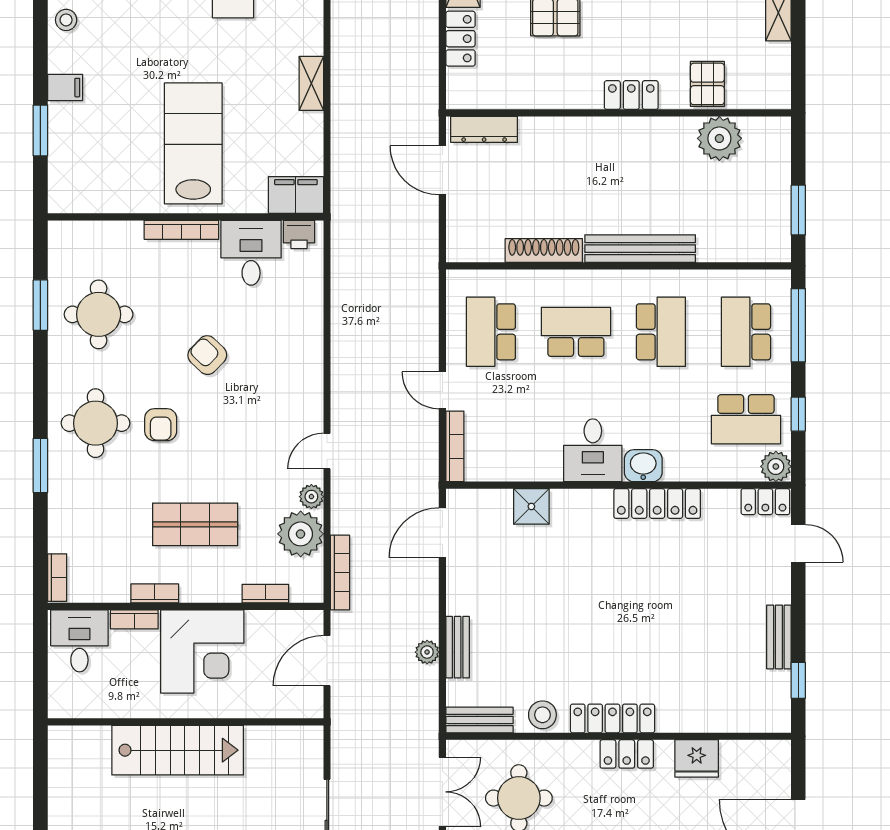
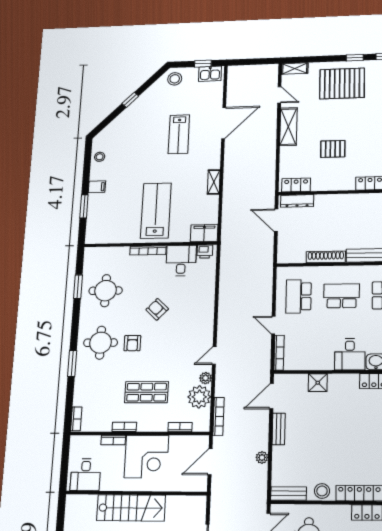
locker: (461, 39) -> (296, 185), moved, turned -90
desk: (79, 641) -> (85, 475), moved, turned 180
bench: (458, 647) -> (279, 429), moved

